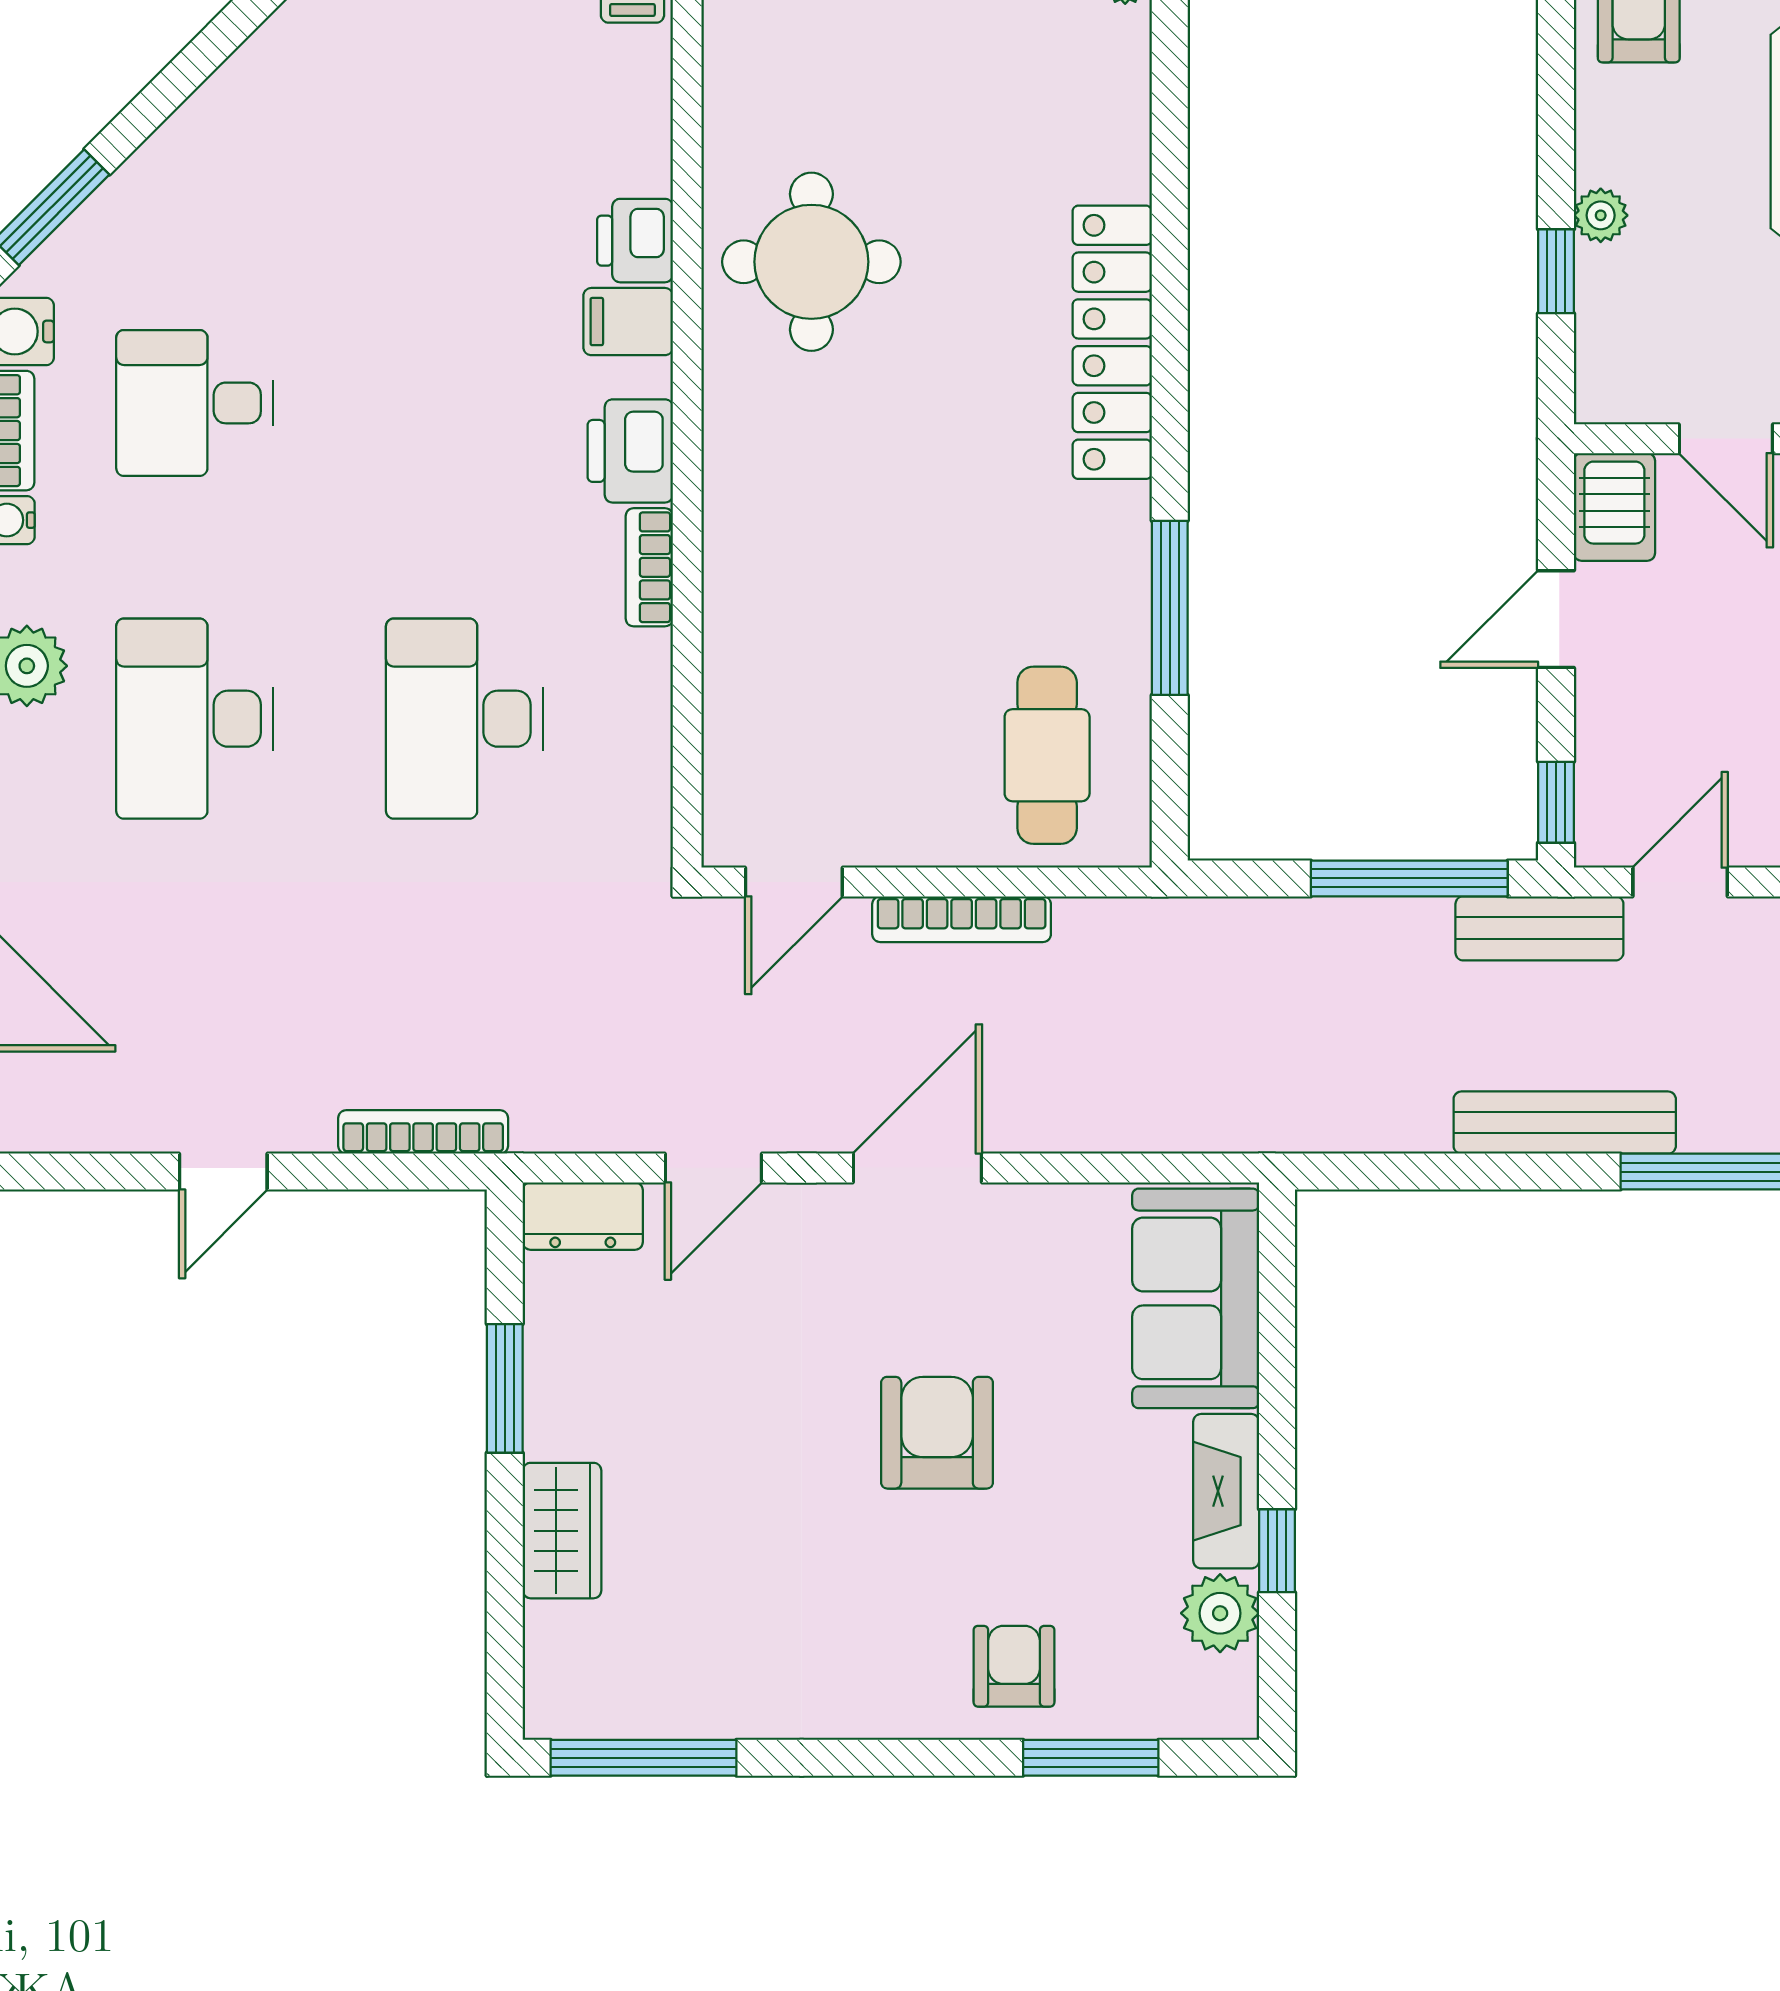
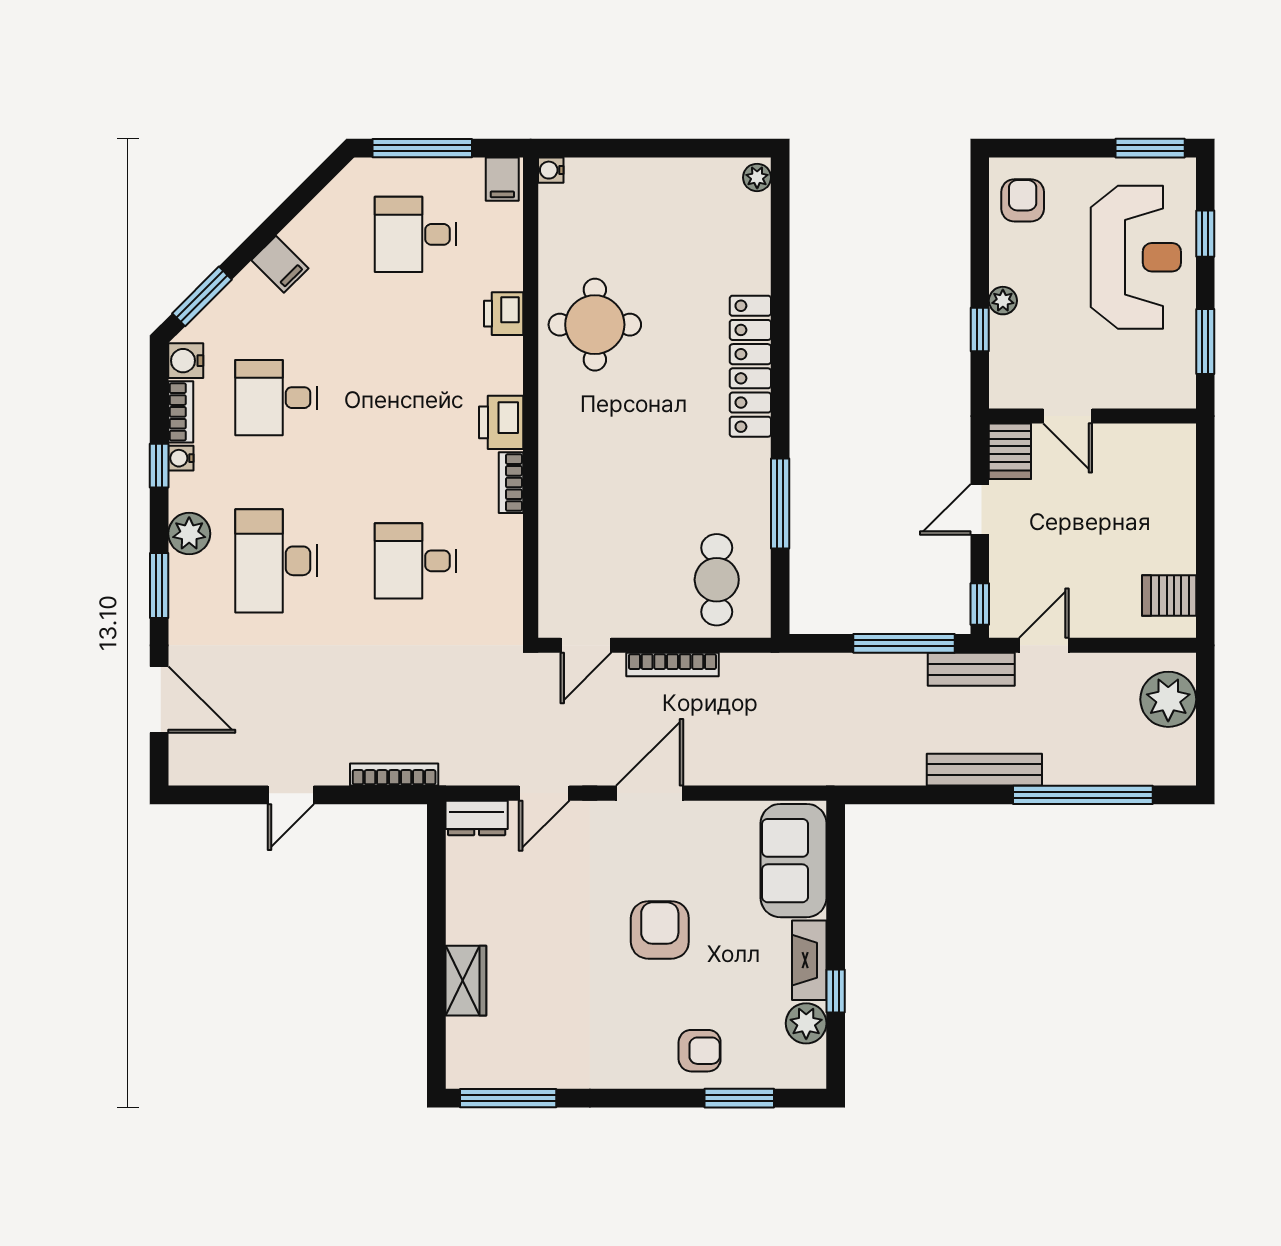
desk: (465, 87) -> (416, 234), added
filing cabinet: (628, 322) -> (280, 264), moved, turned -135
desk: (465, 719) -> (416, 561), width x0.73
window: (505, 1388) -> (436, 907), removed
armchair: (1014, 1666) -> (700, 1051), turned 90

